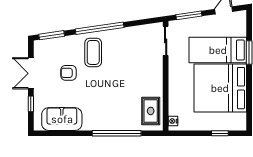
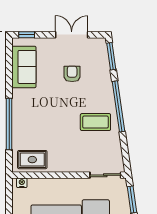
coffee table: (93, 52) -> (95, 122), moved
window: (31, 104) -> (27, 35), moved

